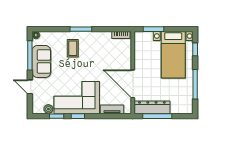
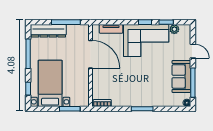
coffee table: (73, 48) -> (150, 90), removed
dresser: (152, 107) -> (48, 31), moved

